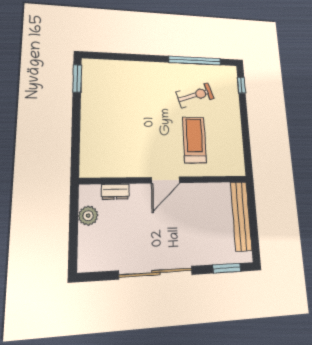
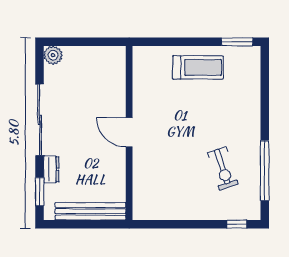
treadmill: (194, 140) -> (198, 67), moved
dresser: (115, 192) -> (51, 169), moved, turned 180
plant: (88, 216) -> (53, 55), moved

